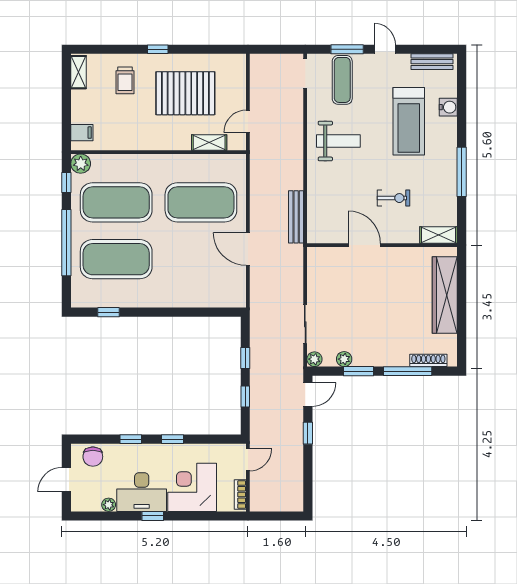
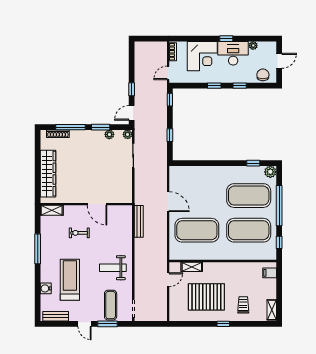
plant: (81, 164) -> (270, 172), moved
window: (245, 397) -> (170, 100), moved

